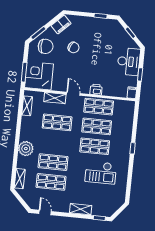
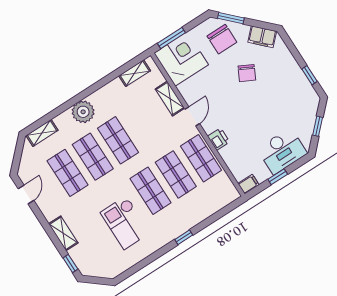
shop shelf: (57, 122) -> (118, 140), moved

